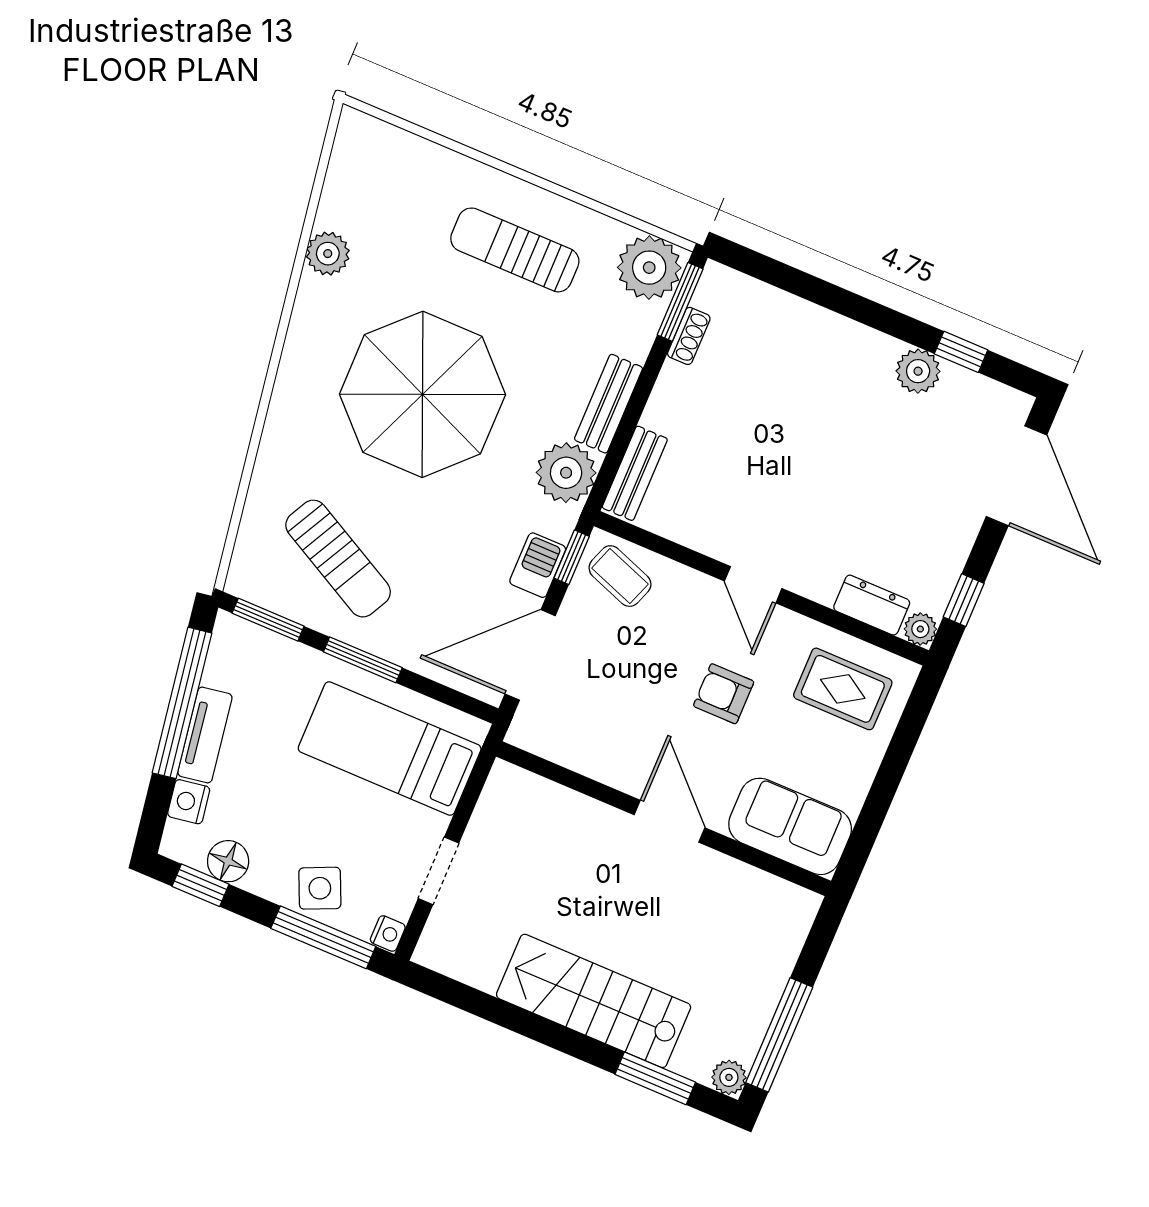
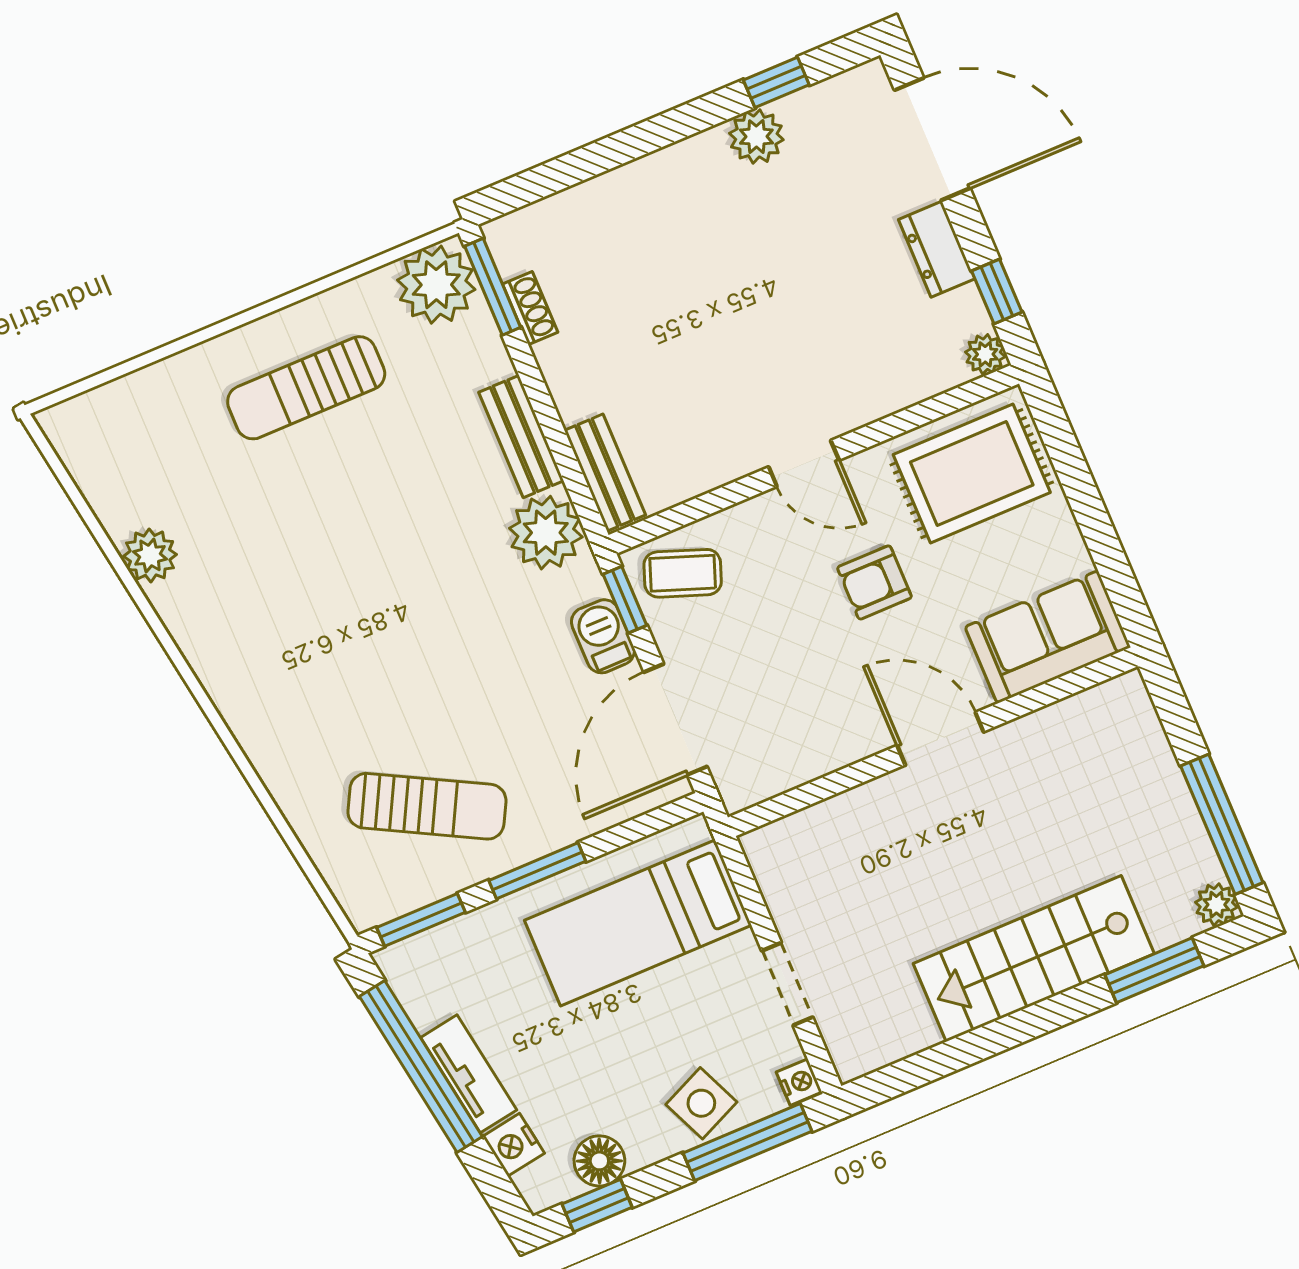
parasol: (422, 394) -> (354, 592), removed
dresser: (872, 605) -> (937, 249), moved, turned -90
rug: (843, 689) -> (972, 473), width x1.36, depth x1.43

